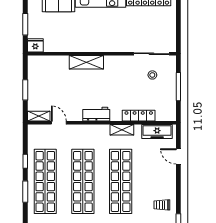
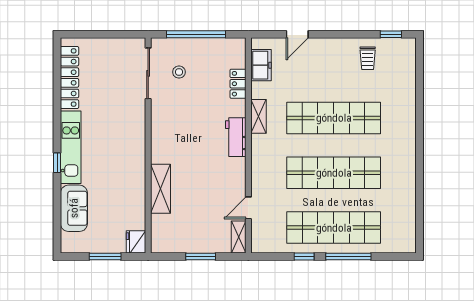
shelving: (86, 62) -> (161, 189), moved
window: (178, 87) -> (196, 34), width x1.46
workbench: (96, 114) -> (236, 137), moved
locker: (139, 116) -> (238, 84), width x0.66
freezer: (157, 132) -> (261, 65), width x0.71
window: (25, 192) -> (348, 257), width x1.44

